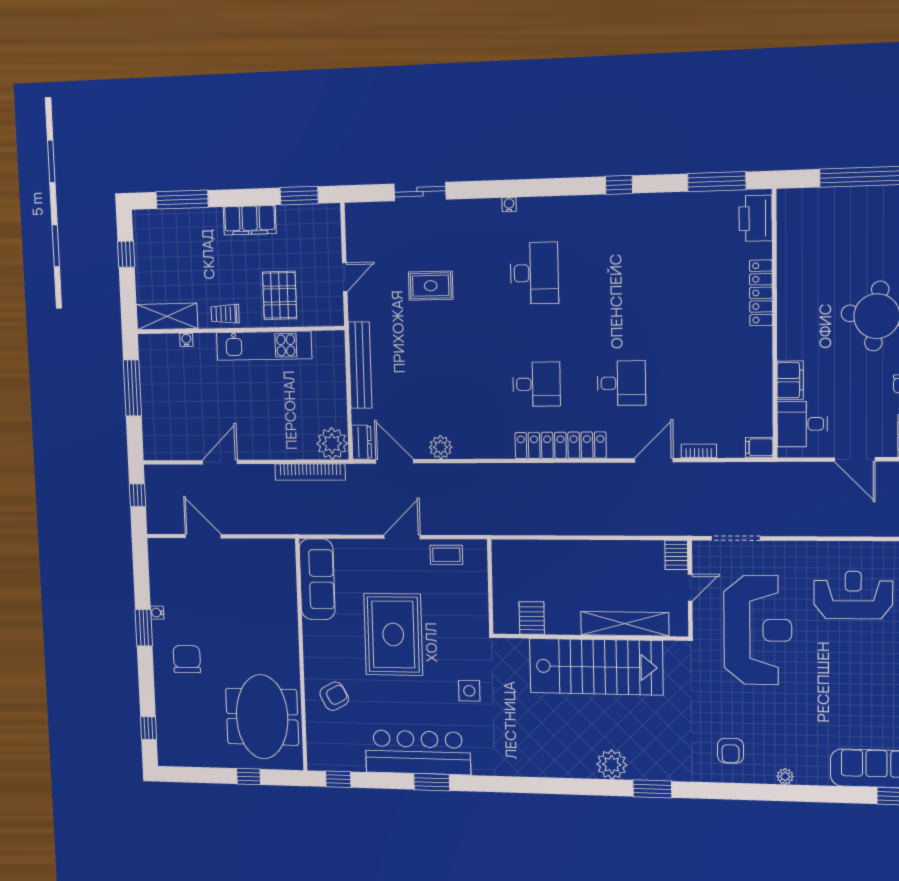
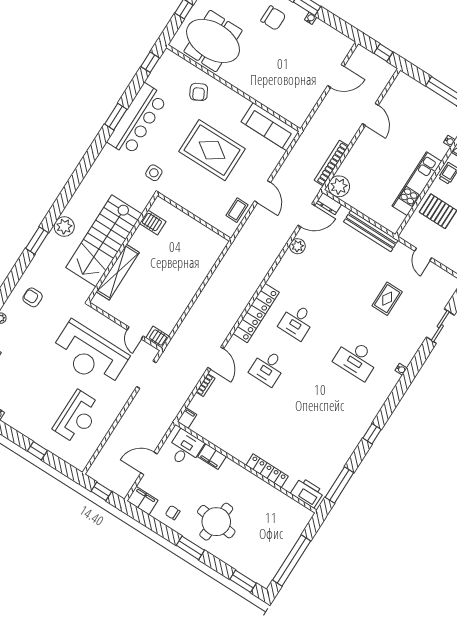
server rack: (532, 618) -> (153, 223), moved
shelving: (625, 624) -> (118, 272), moved
wall: (590, 637) -> (122, 248), moved
stairs: (596, 667) -> (104, 241), moved

